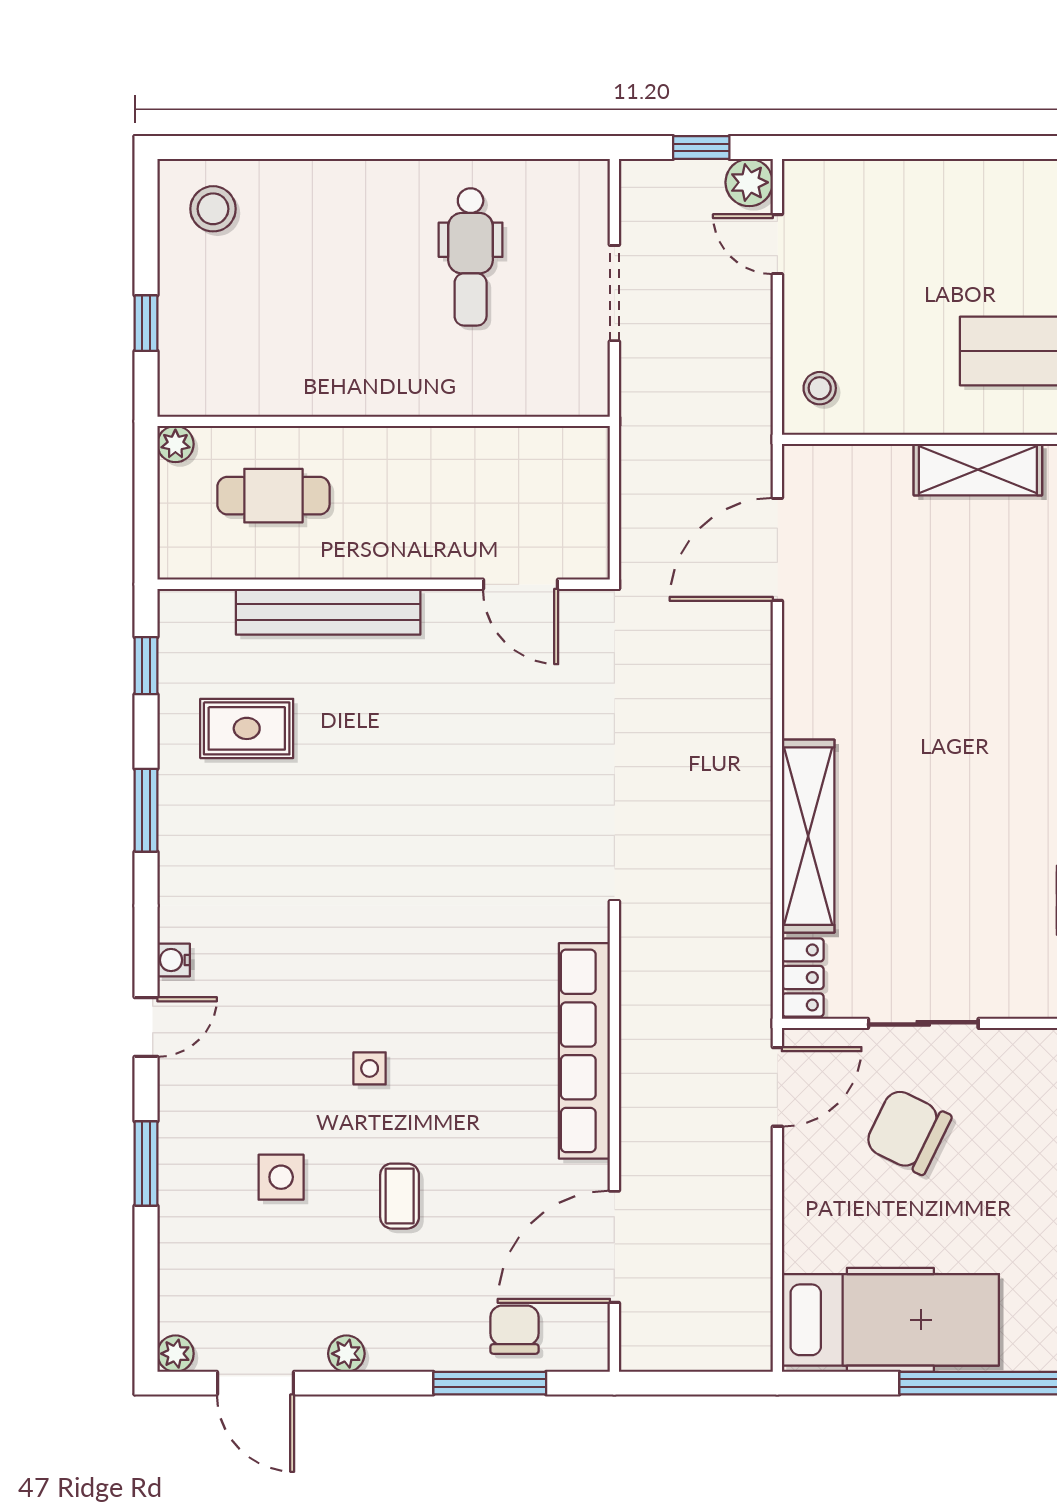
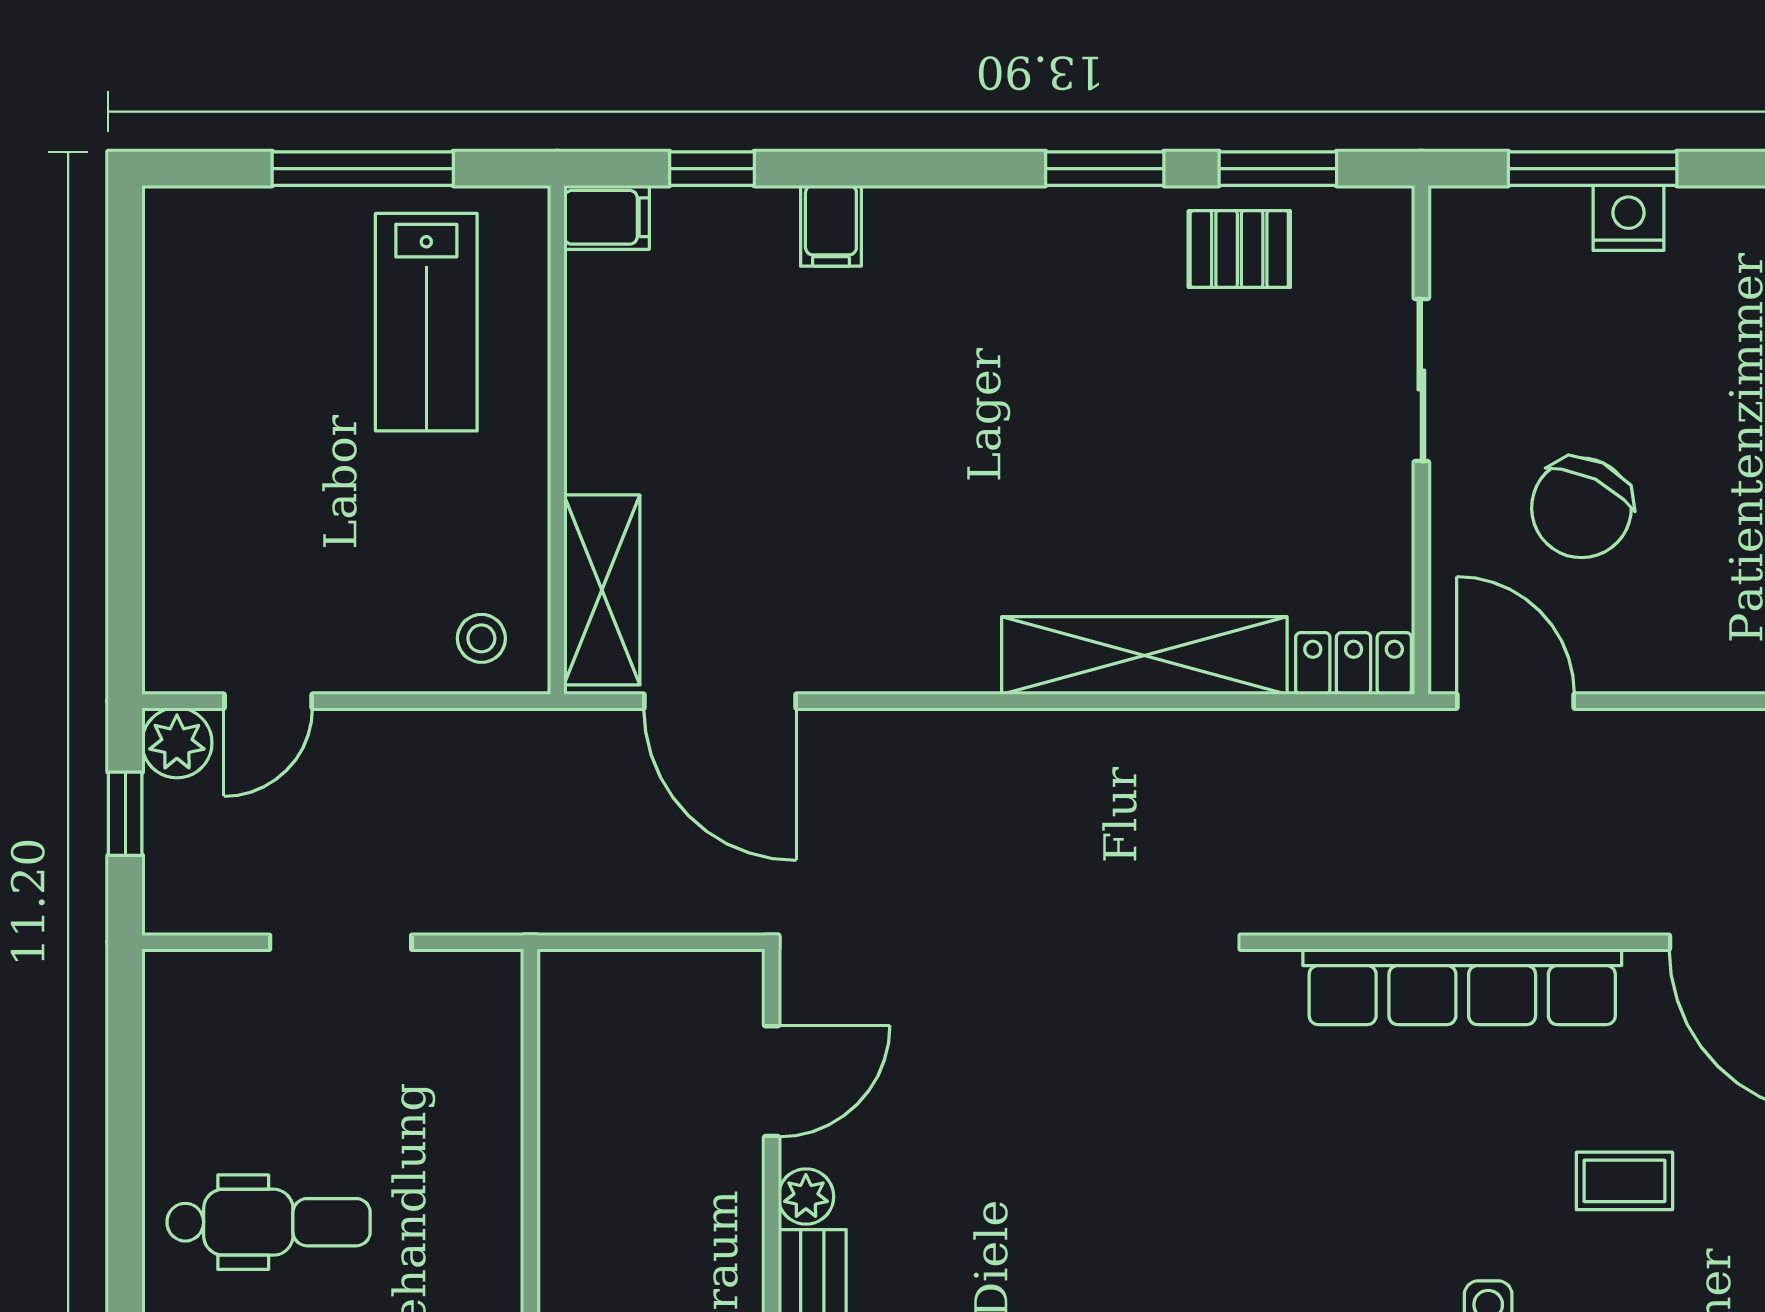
dental chair: (471, 257) -> (269, 1222), moved
shelving: (978, 470) -> (602, 590), moved
plant: (443, 607) -> (806, 1197), added
sliding door: (923, 1023) -> (1421, 380), moved
coffee table: (400, 1196) -> (1624, 1181), moved

